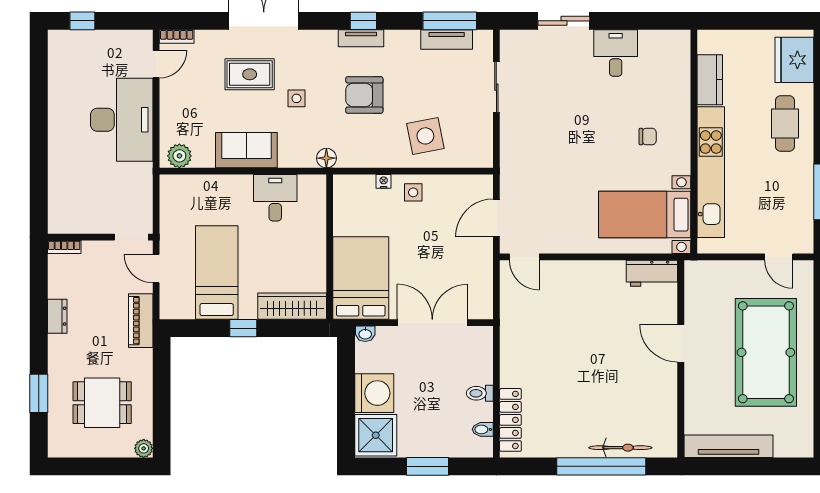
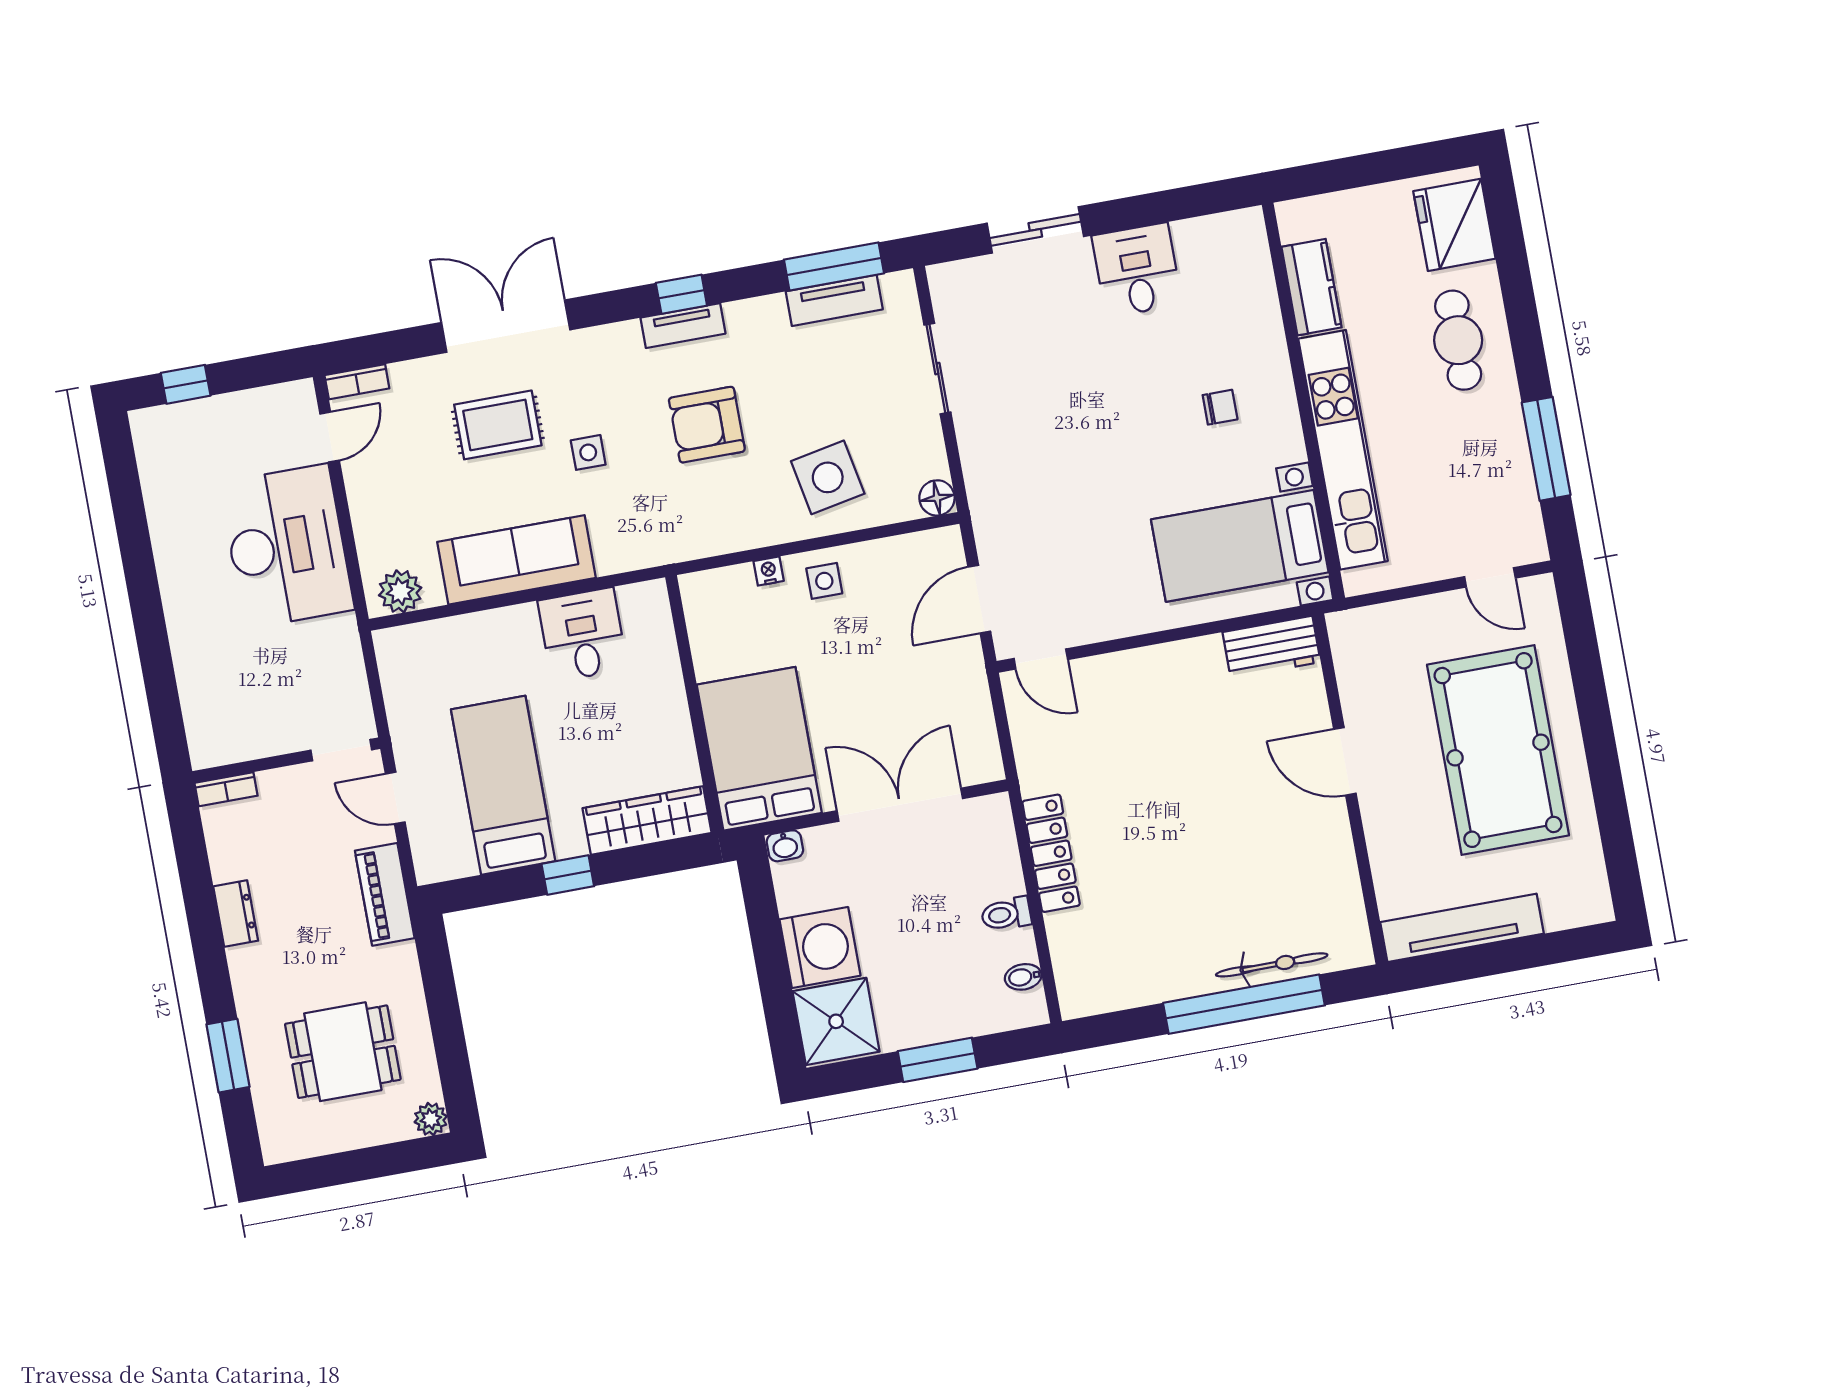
sofa: (246, 150) -> (517, 560), width x1.36
floor lamp: (326, 158) -> (937, 498), moved
locker: (510, 420) -> (1051, 853), moved

